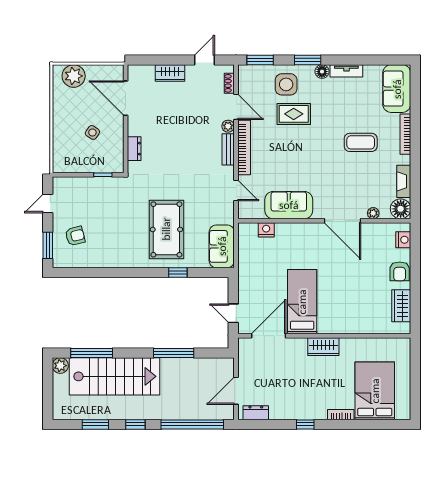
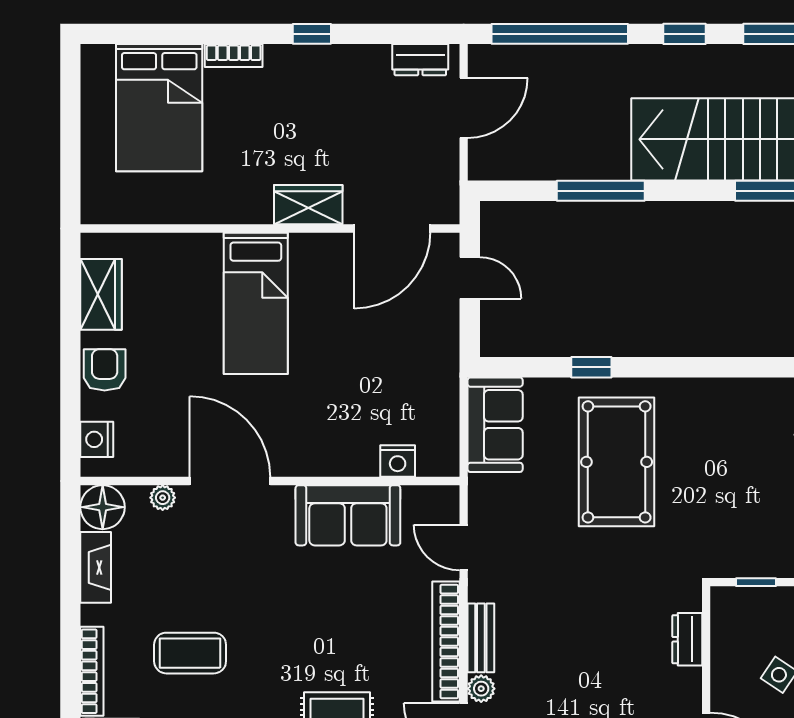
bed: (302, 302) -> (256, 303), moved
wardrobe: (323, 347) -> (308, 205), moved

